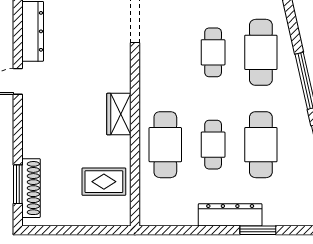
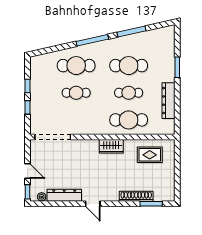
rug: (104, 182) -> (150, 155), turned 90
shoe rack: (31, 188) -> (136, 196), moved
dresser: (230, 215) -> (169, 101), moved

